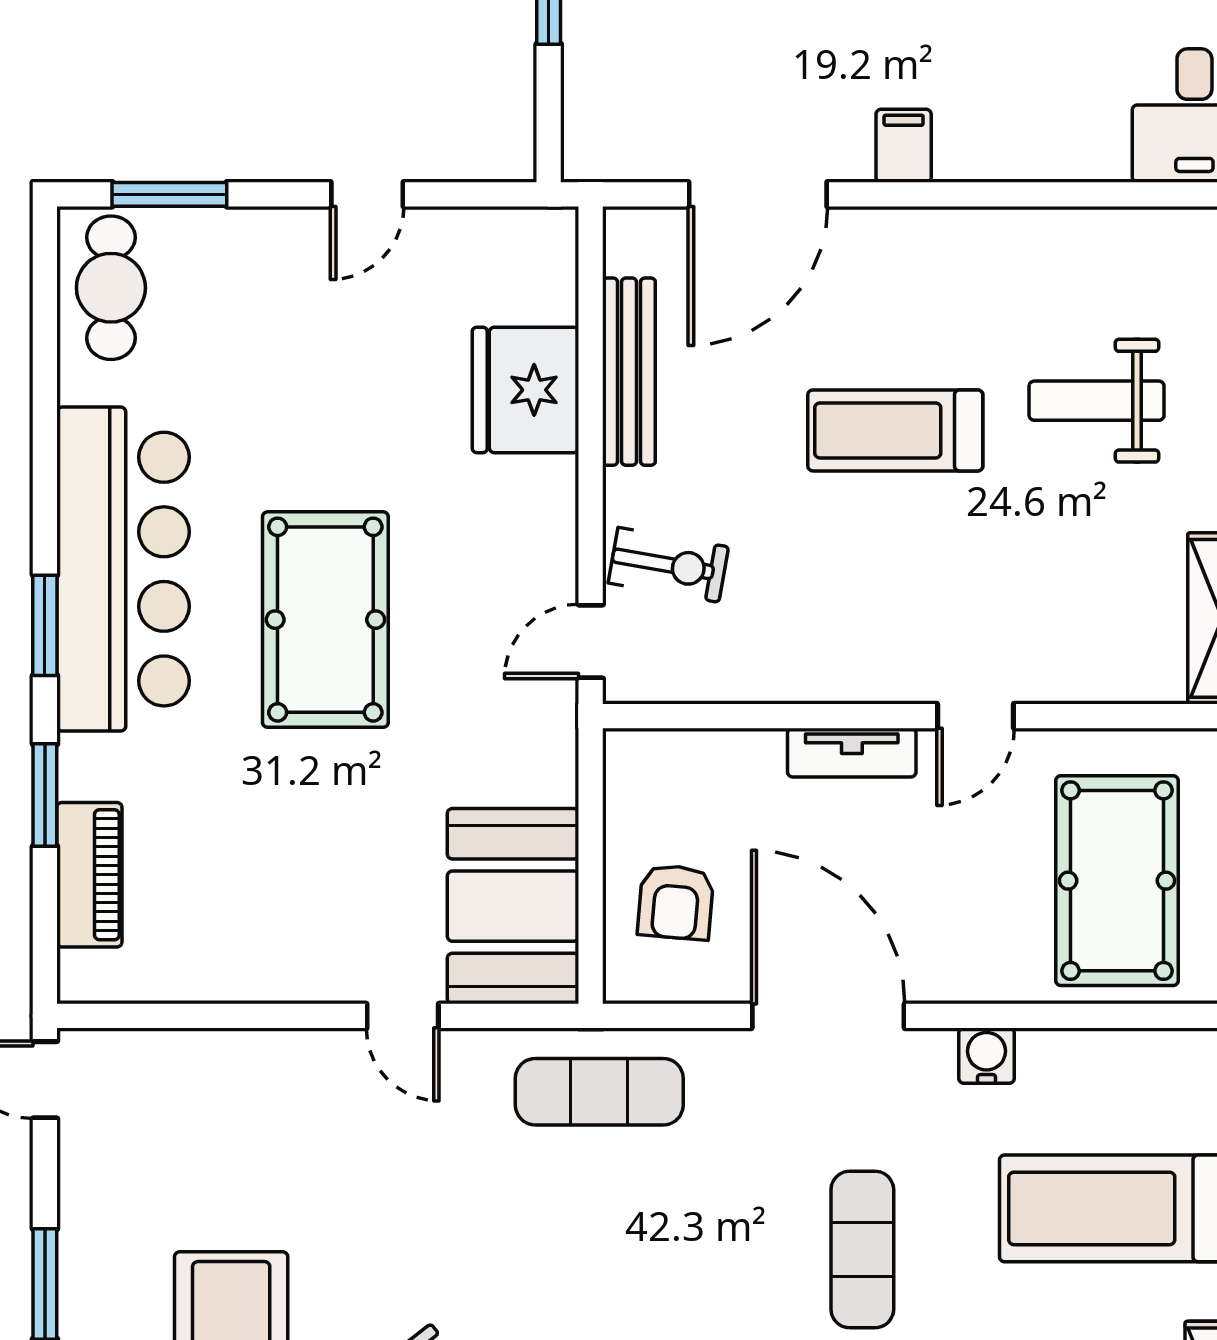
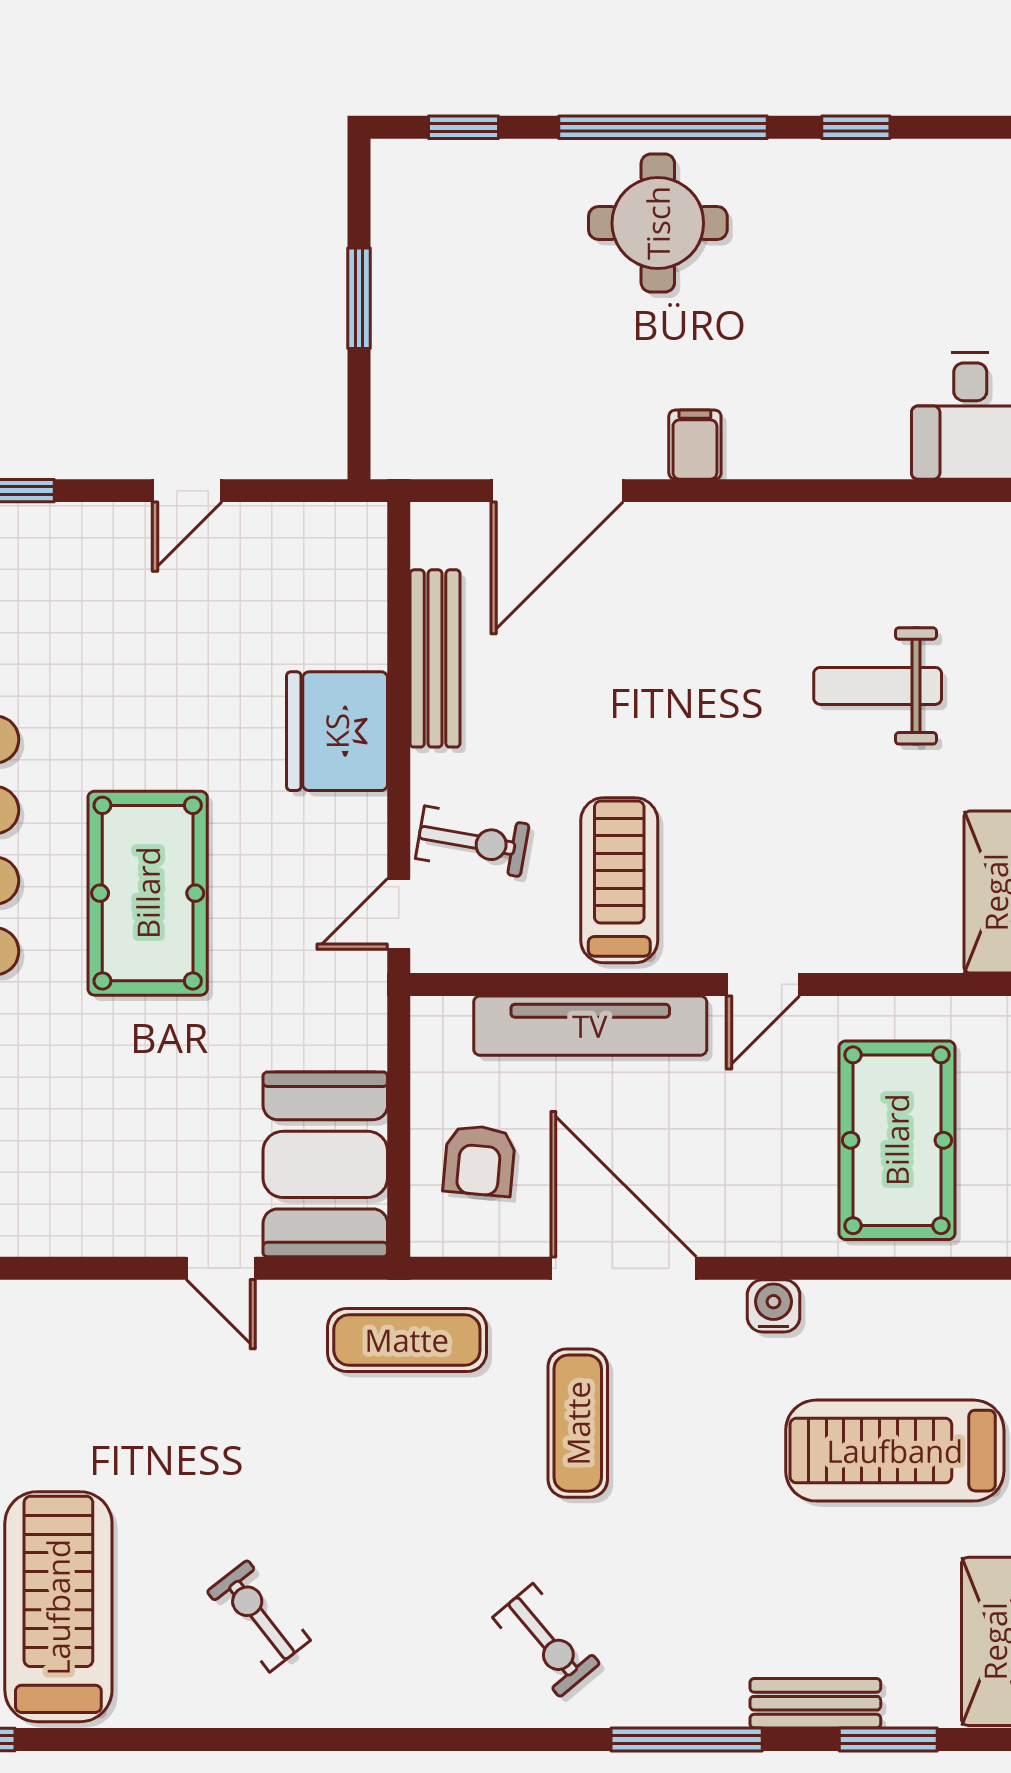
fridge: (526, 390) -> (337, 731), moved
treadmill: (895, 430) -> (619, 880), moved, turned 90
tv unit: (852, 753) -> (590, 1026), width x1.92, depth x1.29
exercise mat: (862, 1249) -> (578, 1423), moved

